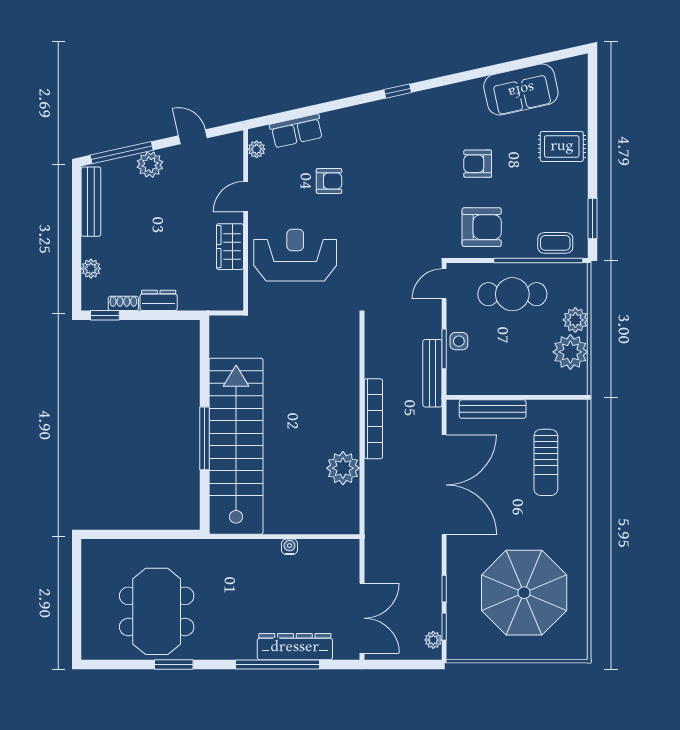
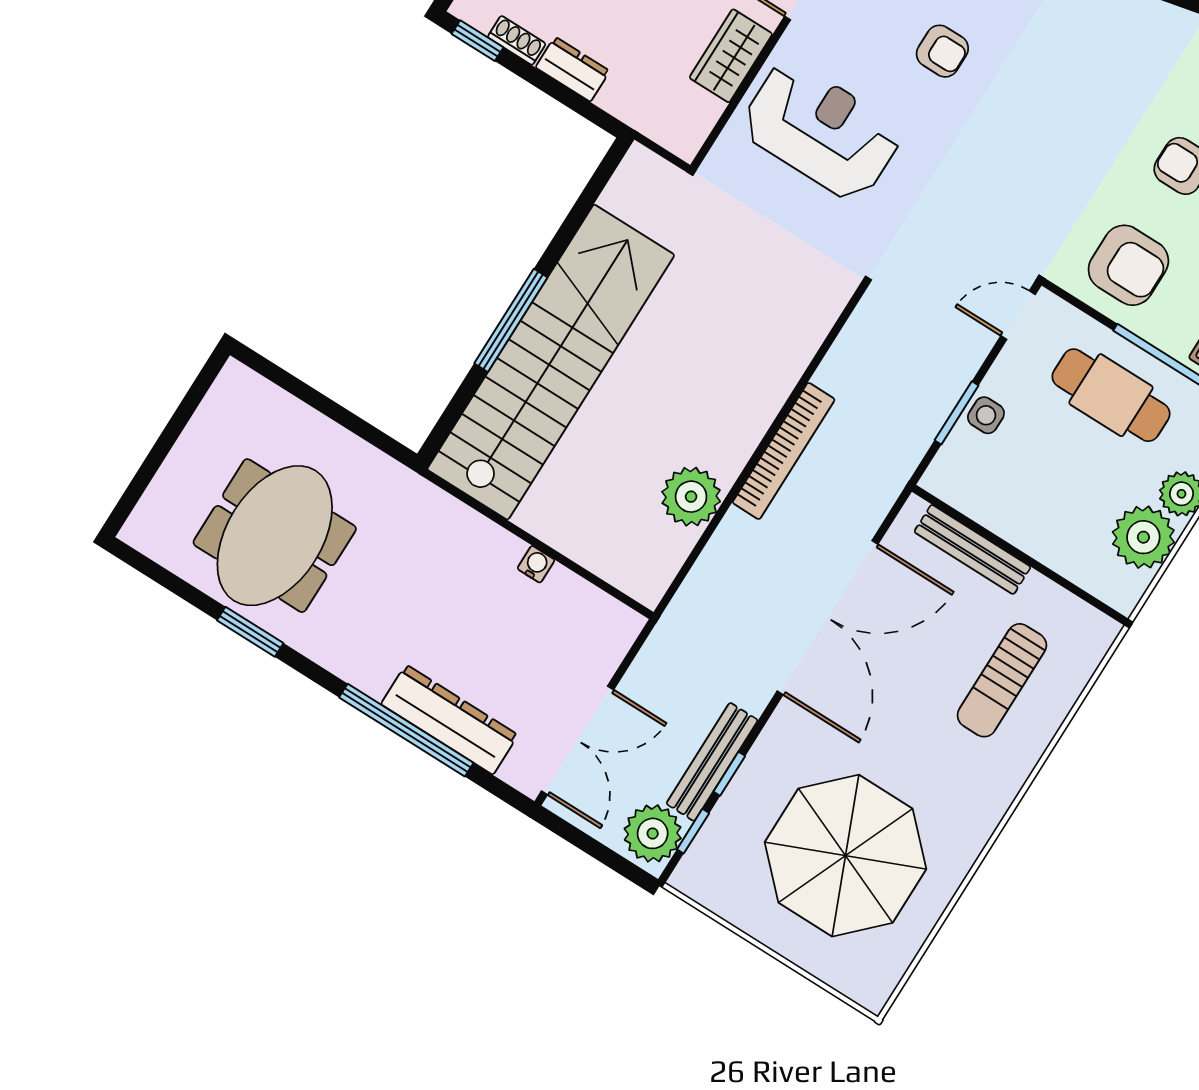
bench: (432, 373) -> (712, 762), moved
plant: (433, 640) -> (653, 833), width x1.87, depth x1.87

